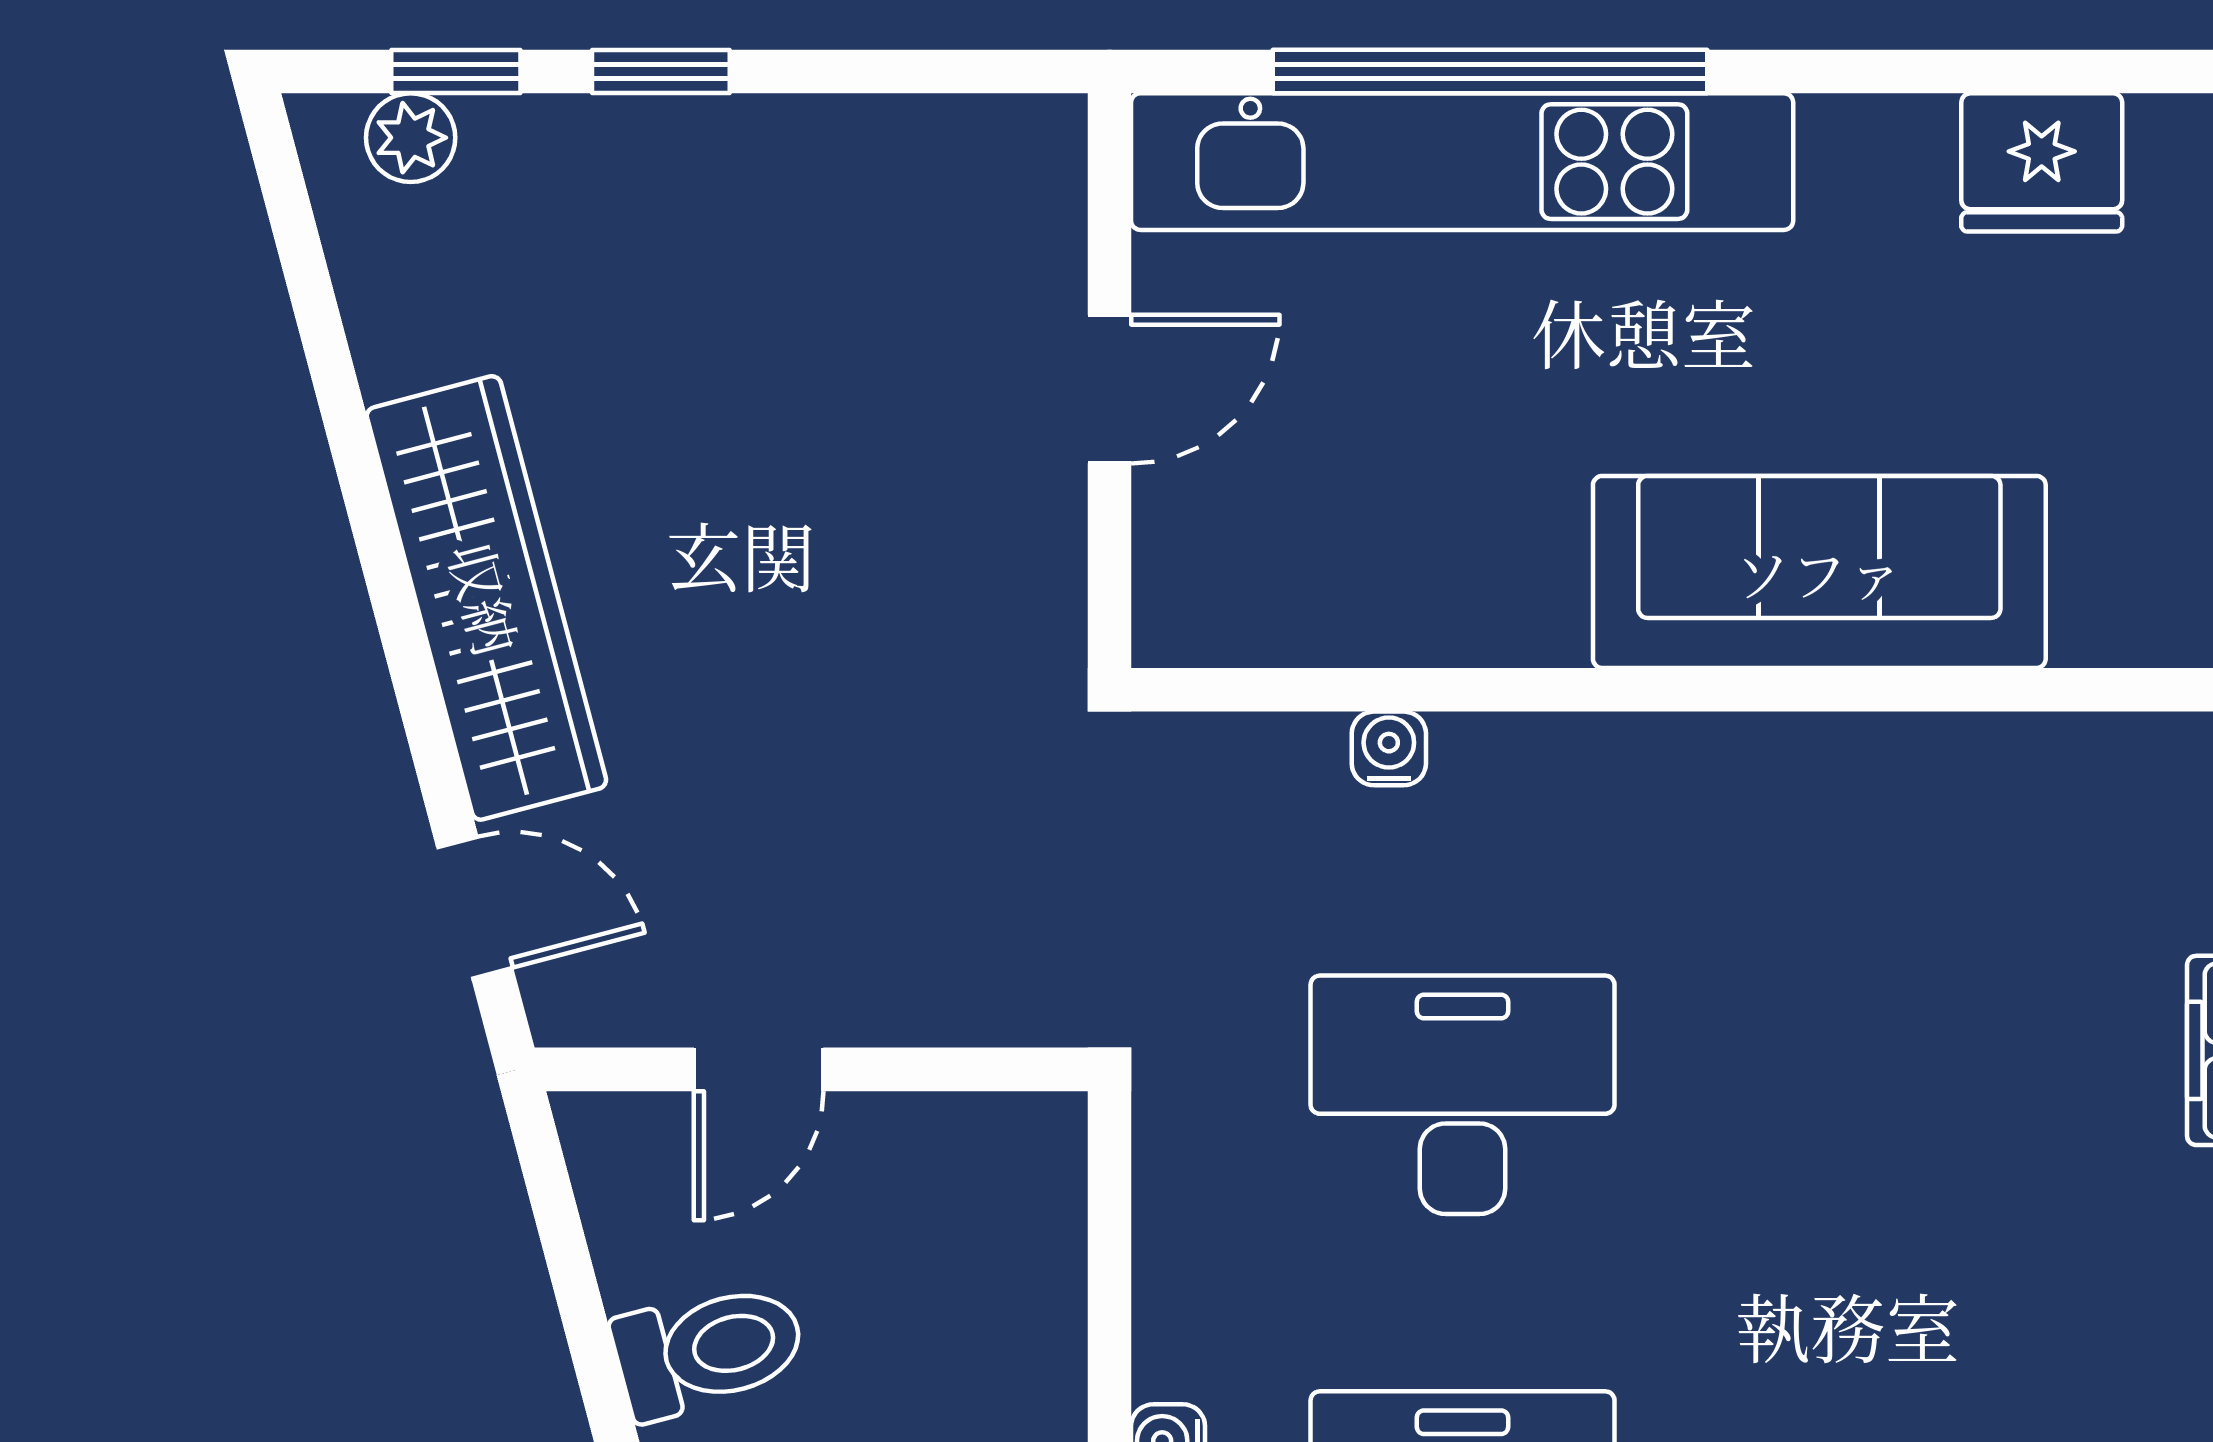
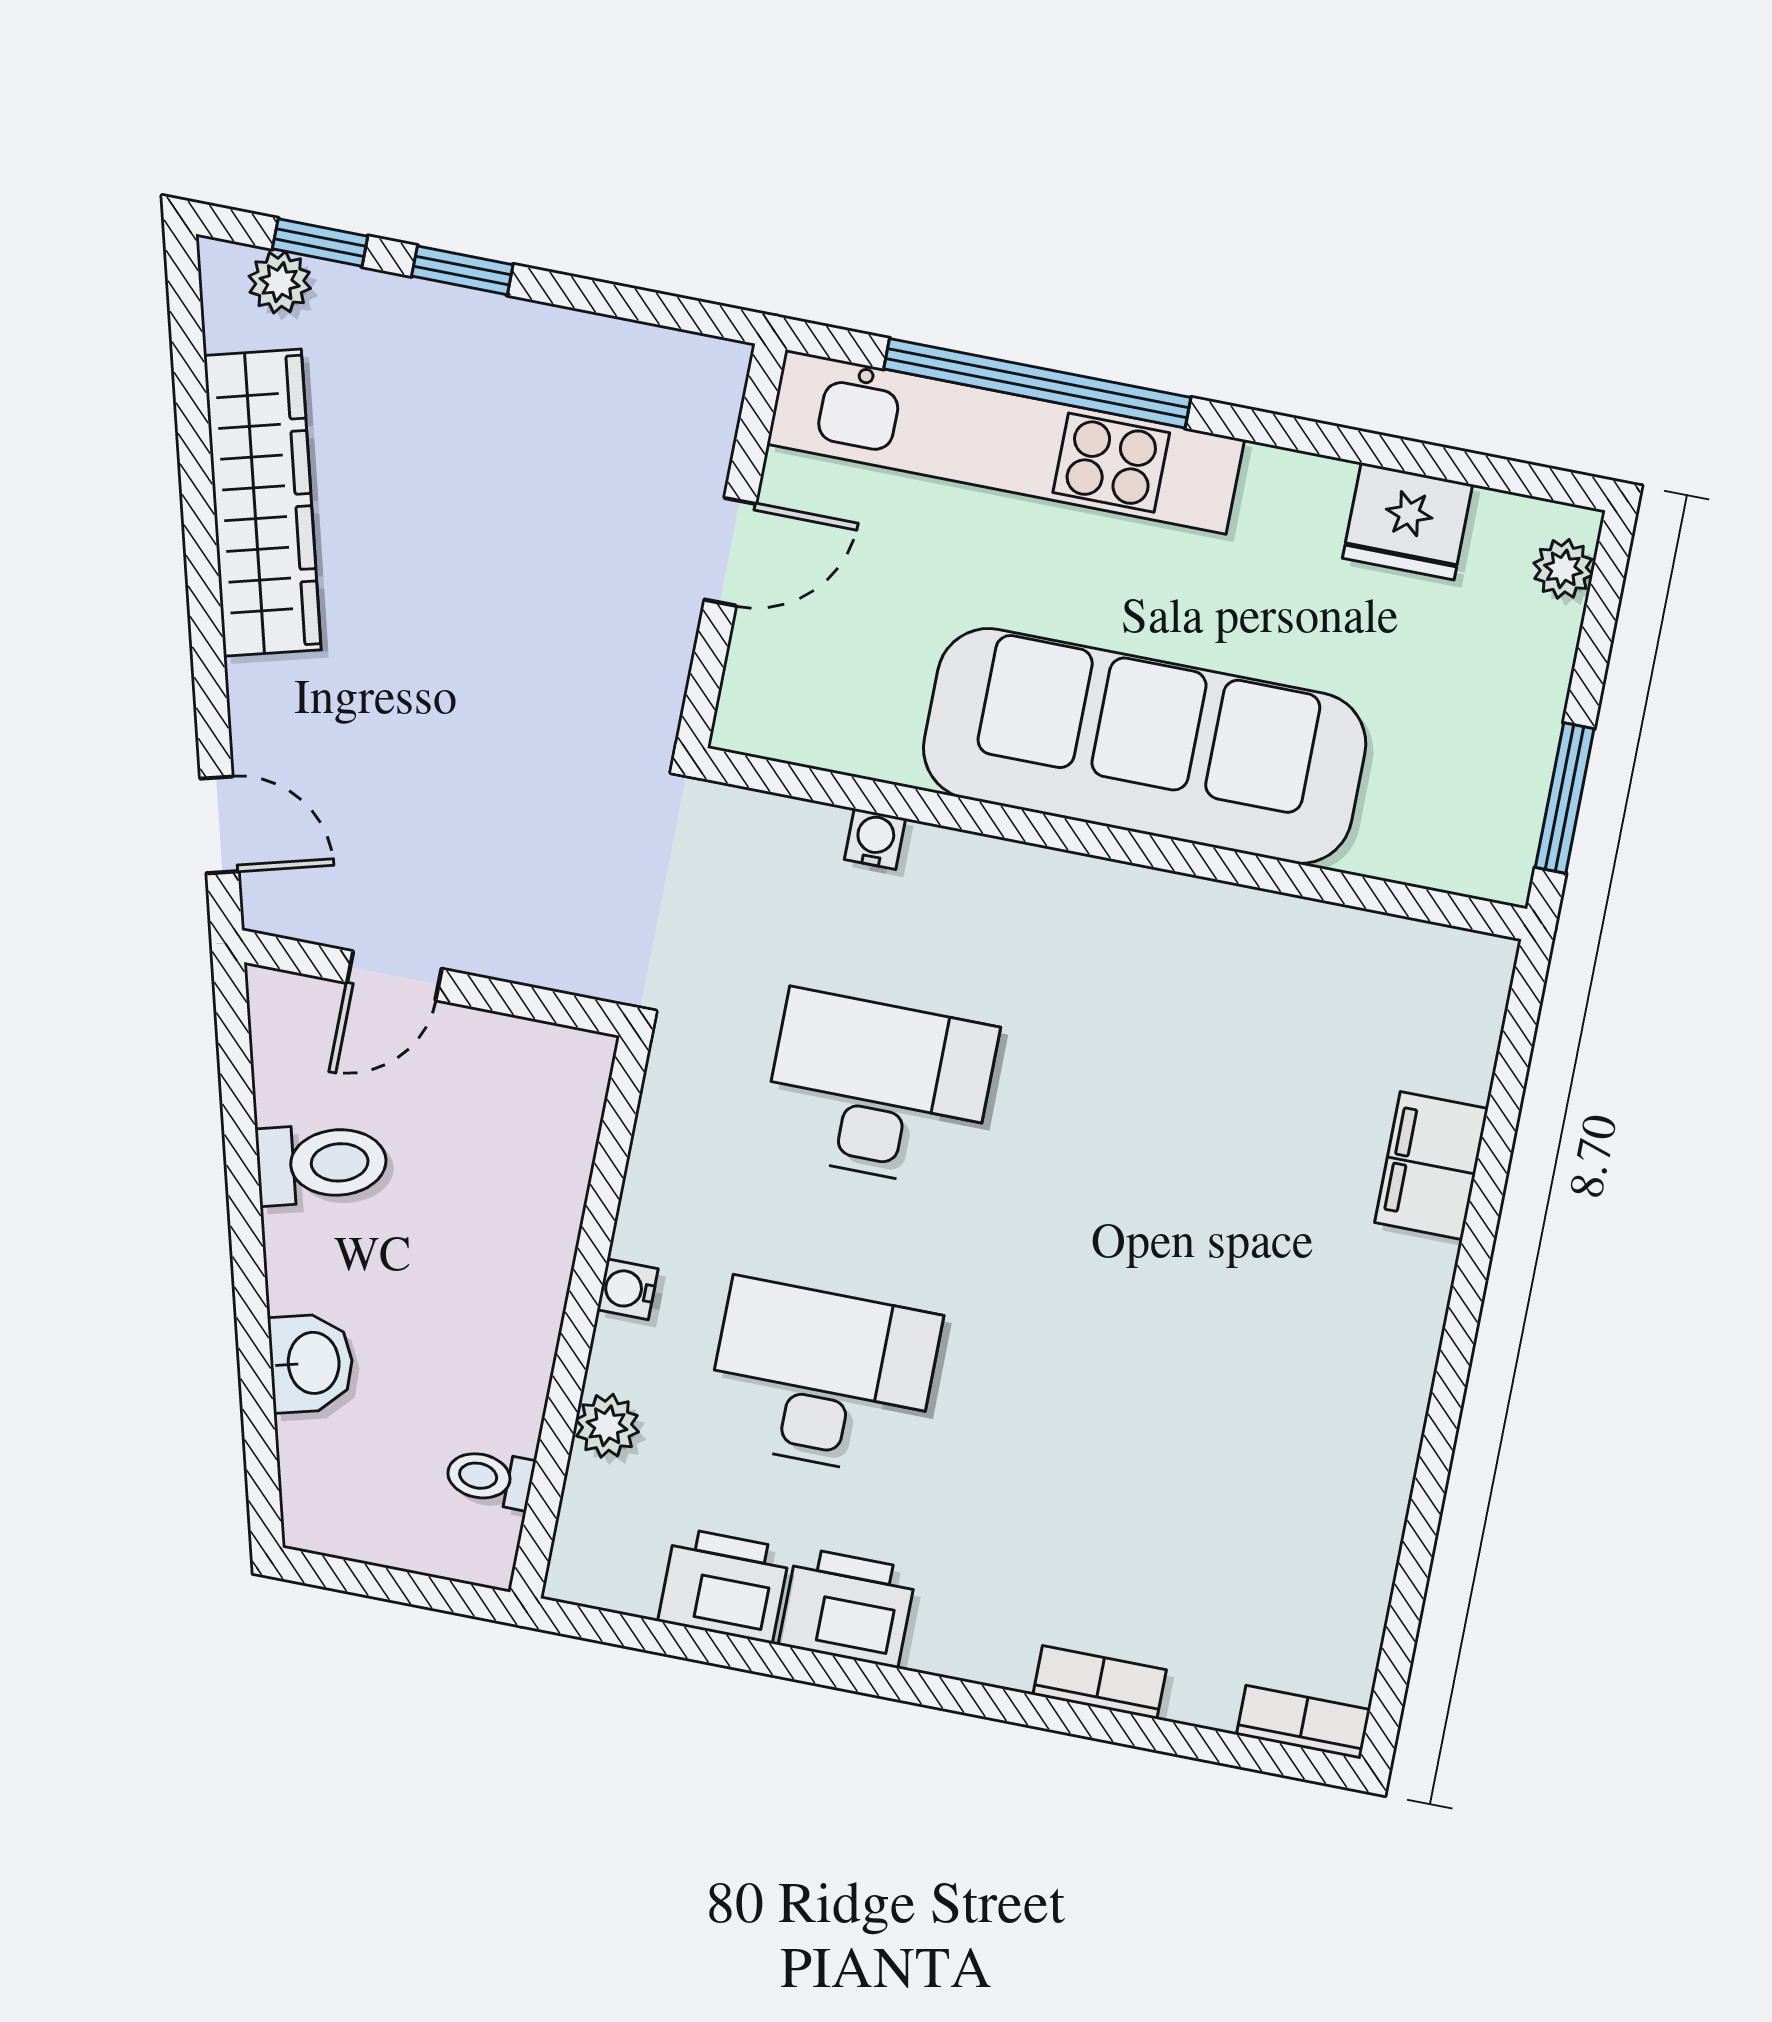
sofa: (1819, 572) -> (1145, 746), width x1.36, depth x1.27
wardrobe: (486, 598) -> (262, 503), moved

